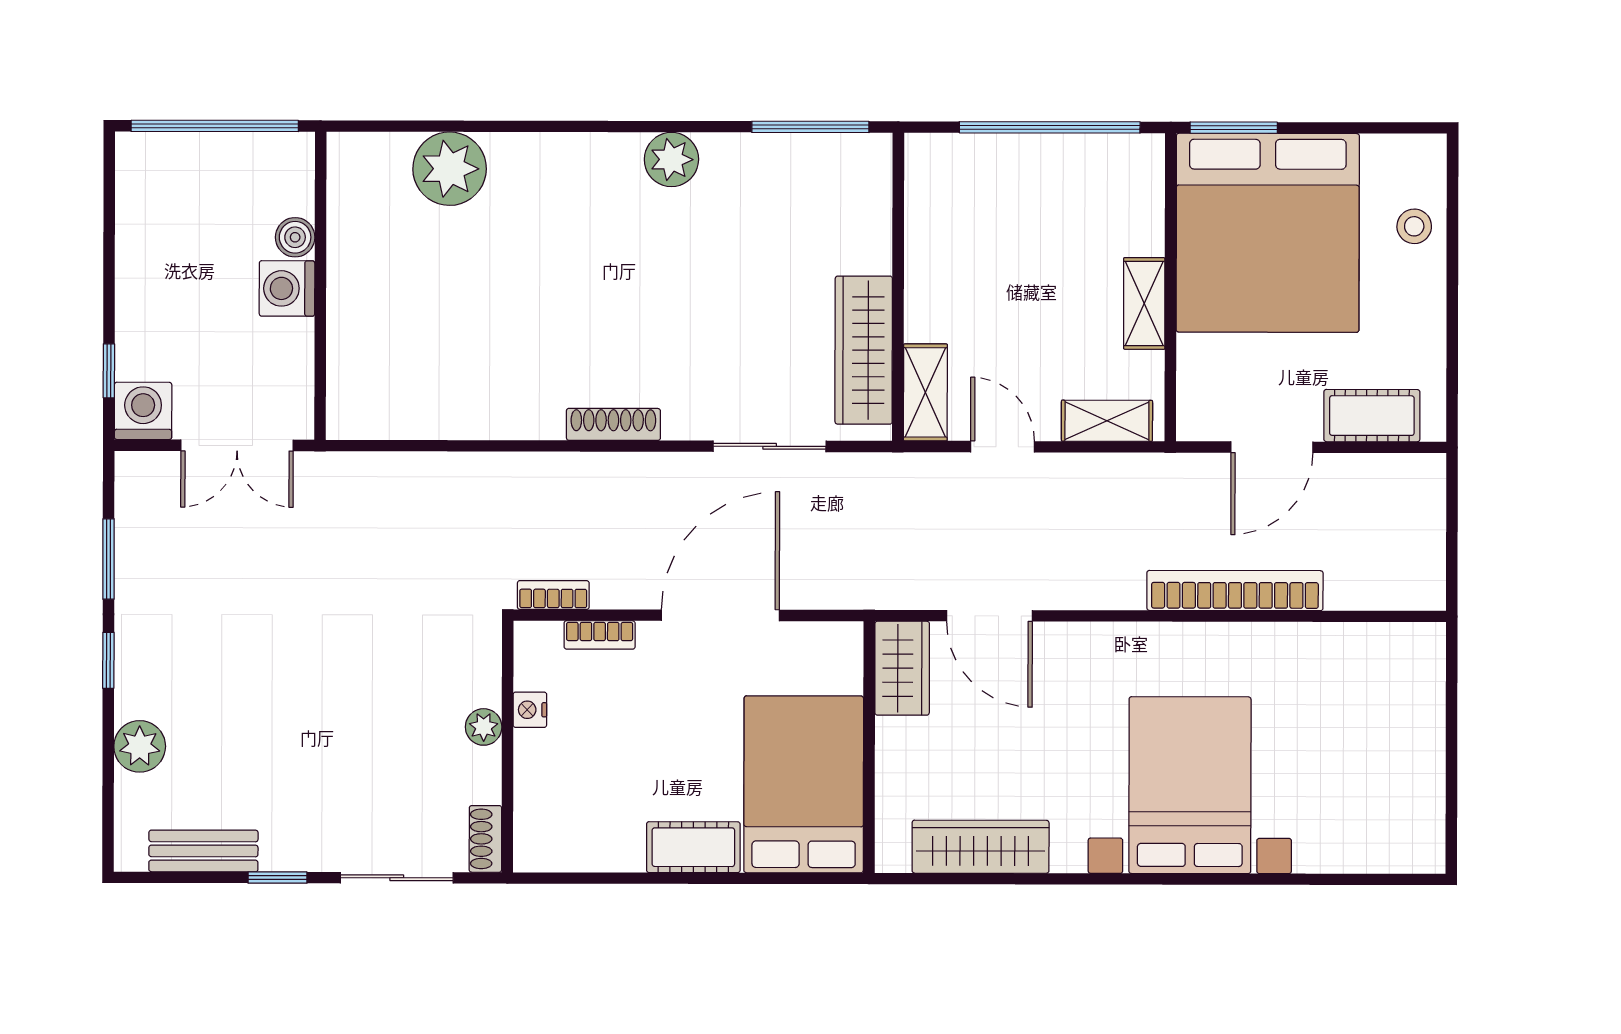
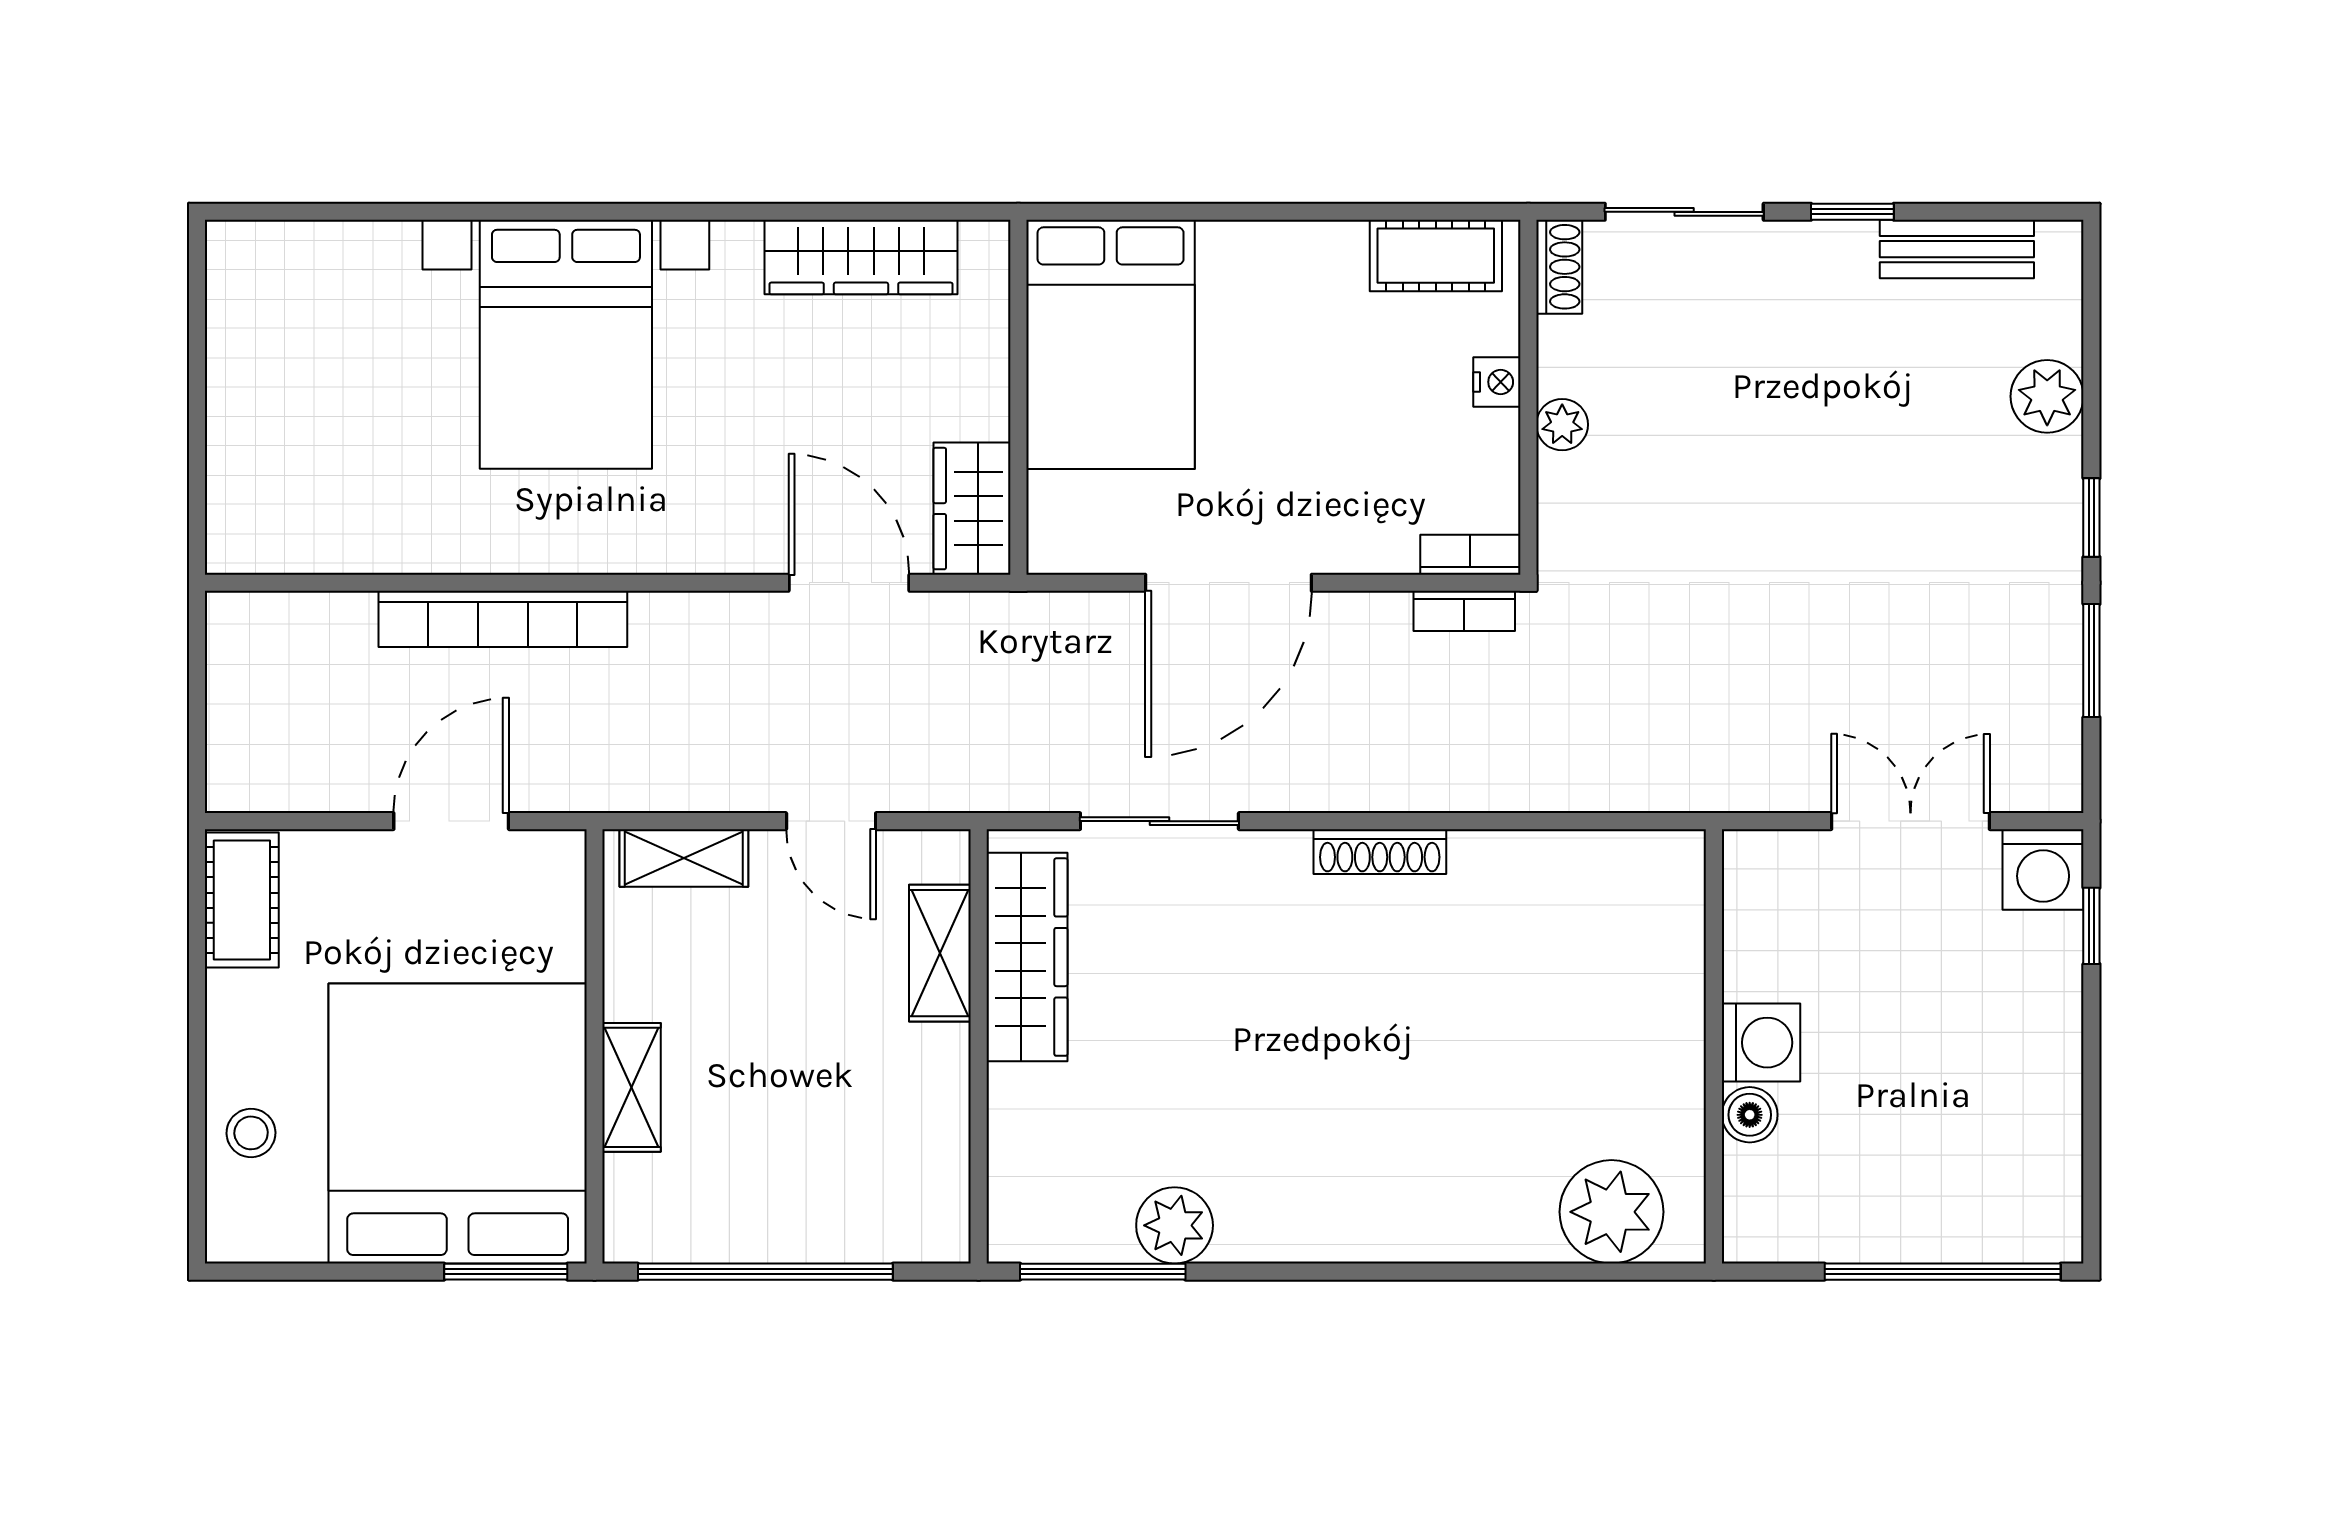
plant: (671, 159) -> (1175, 1225), moved
boiler: (295, 237) -> (1750, 1115), moved
wall: (320, 286) -> (1714, 1046), moved
washing machine: (287, 288) -> (1761, 1043), moved
shelving: (1144, 303) -> (631, 1087), moved
shelving: (925, 392) -> (940, 953), moved
cot: (1372, 416) -> (242, 900), moved, turned 90
bookcase: (600, 635) -> (1470, 555), moved
nightstand: (530, 710) -> (1497, 382), moved
cot: (693, 847) -> (1436, 256), moved

